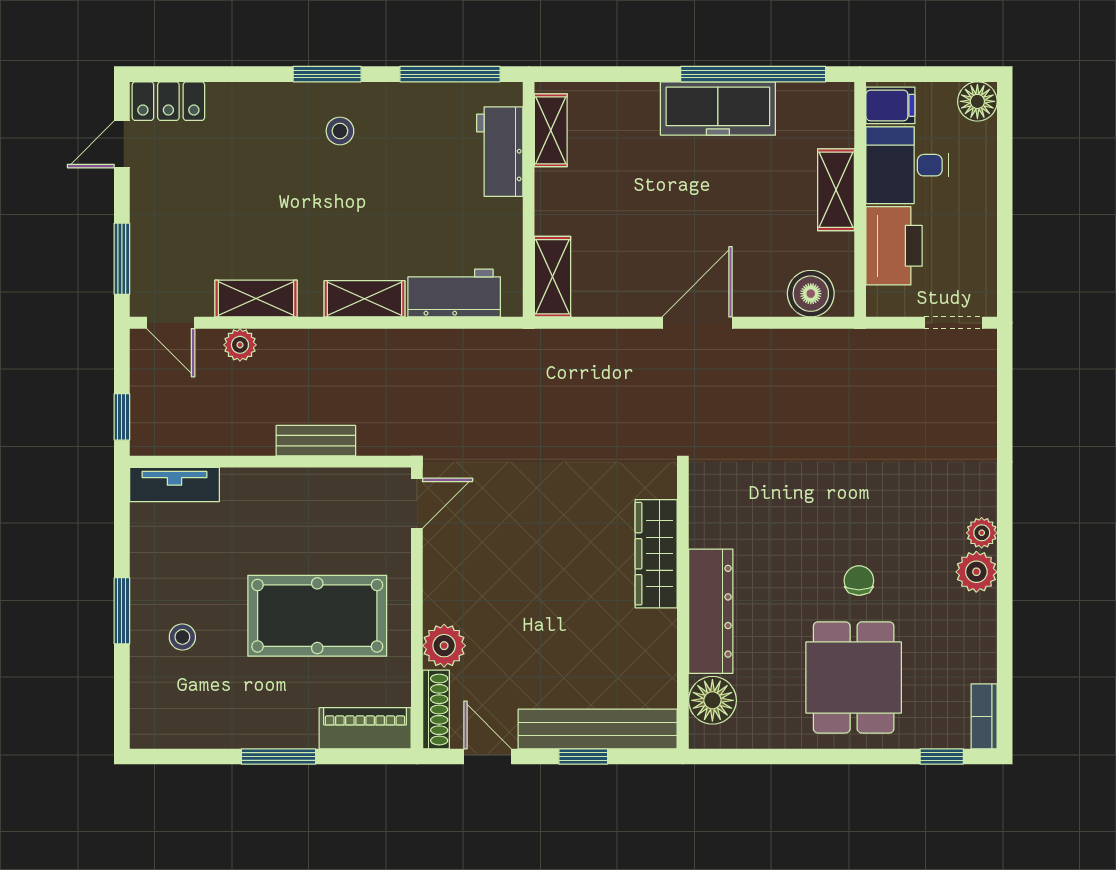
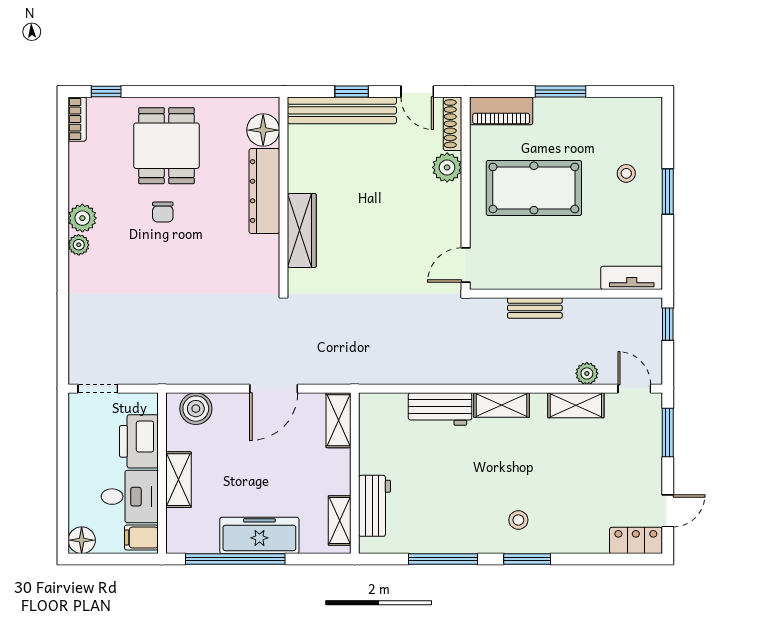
shelving: (551, 130) -> (340, 520), moved
workbench: (500, 152) -> (375, 506), moved
wall: (529, 199) -> (355, 473), moved
shelving: (552, 277) -> (338, 420), moved

